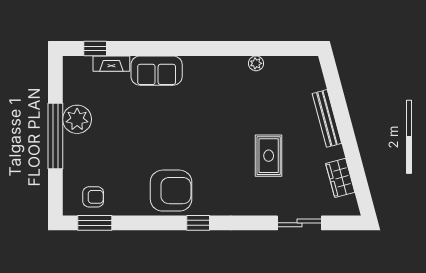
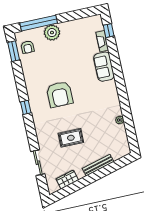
plant: (77, 119) -> (52, 33), moved
window: (55, 136) -> (39, 23), moved
armchair: (171, 191) -> (60, 94), moved

